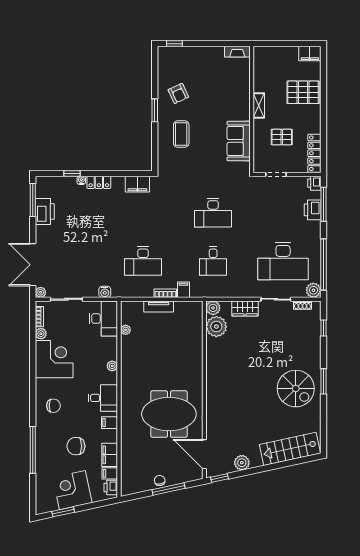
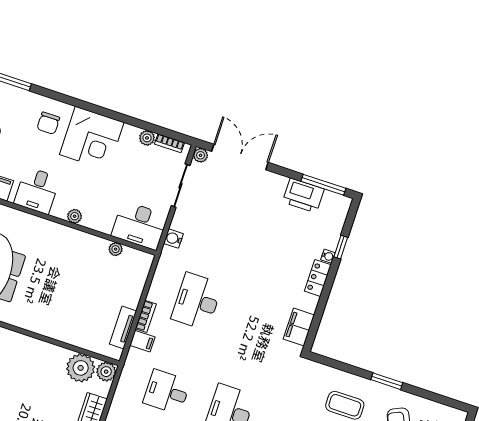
tv unit: (159, 306) -> (123, 328), moved
corner desk: (54, 359) -> (92, 138), moved

